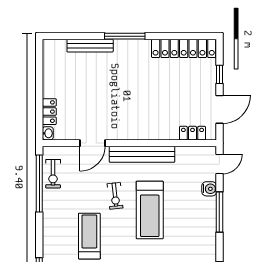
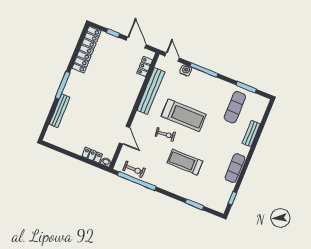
bench: (142, 154) -> (151, 91), moved

